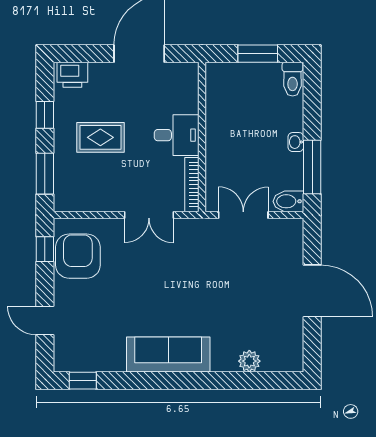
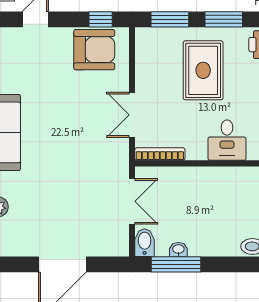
window: (45, 115) -> (224, 19), width x1.50
desk: (177, 135) -> (227, 140), moved
rug: (100, 137) -> (203, 70), width x1.36, depth x1.43
washbasin: (296, 142) -> (178, 249), moved

